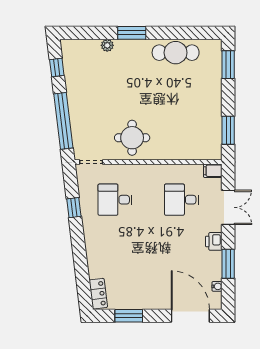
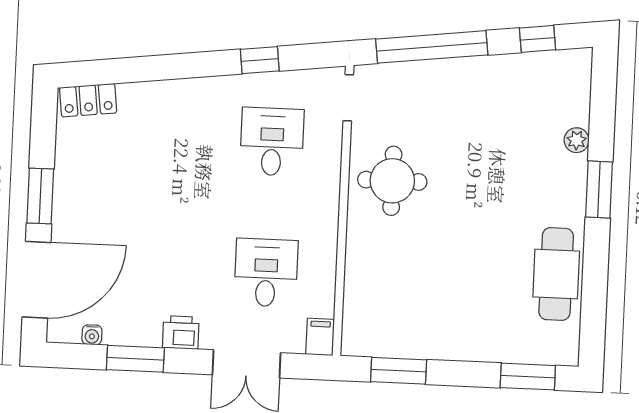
window: (129, 316) -> (40, 196), moved

